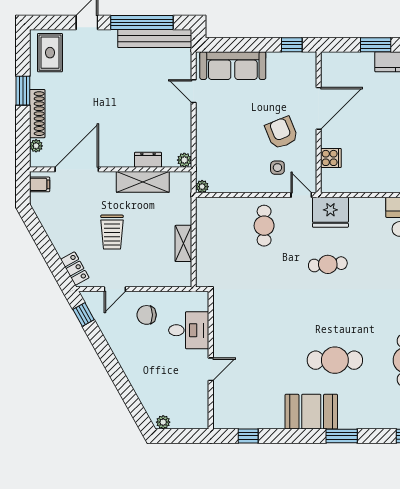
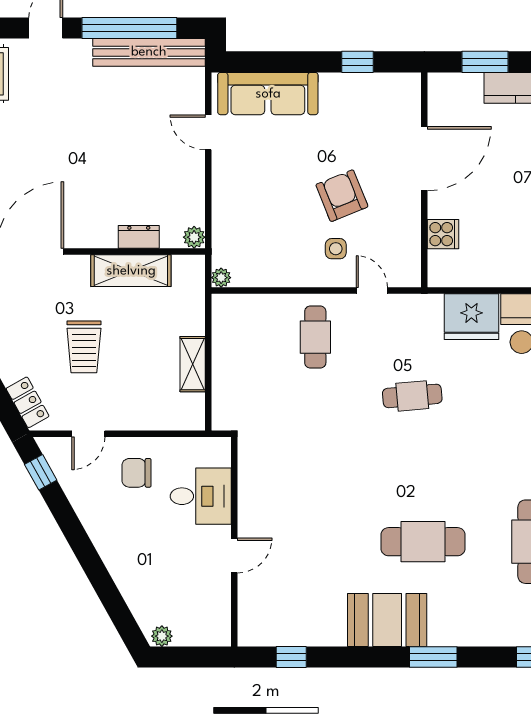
door: (319, 108) -> (424, 159), moved
wall: (319, 122) -> (424, 180), moved
cooker: (331, 158) -> (443, 234), moved
fridge: (330, 212) -> (471, 317), moved

